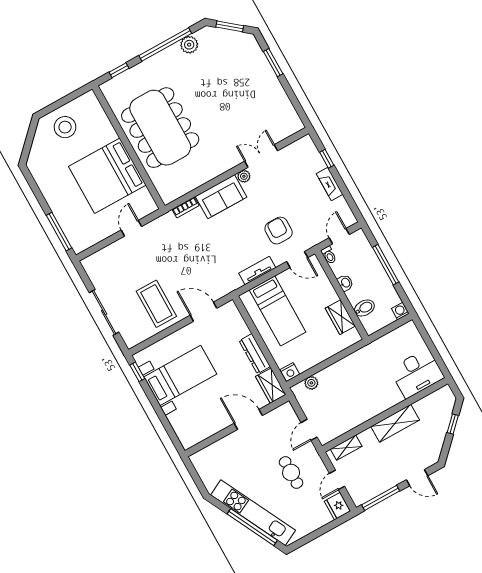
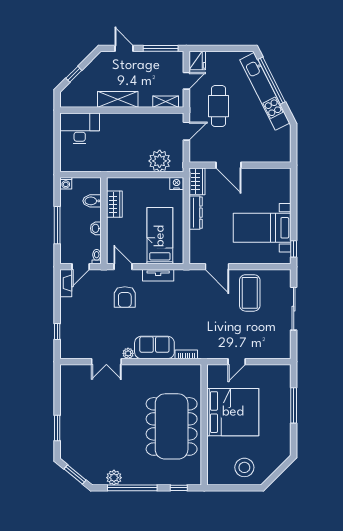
fireplace: (330, 184) -> (66, 283), moved
window: (59, 232) -> (294, 405), moved
plant: (311, 383) -> (160, 161), width x1.88, depth x1.88
cafe table: (291, 472) -> (218, 106), width x1.37, depth x1.35

